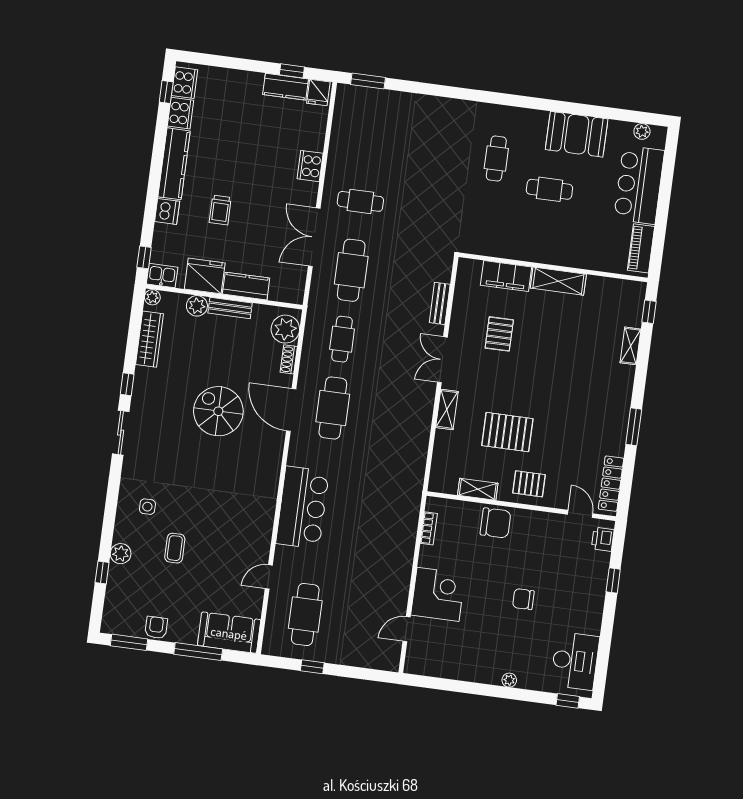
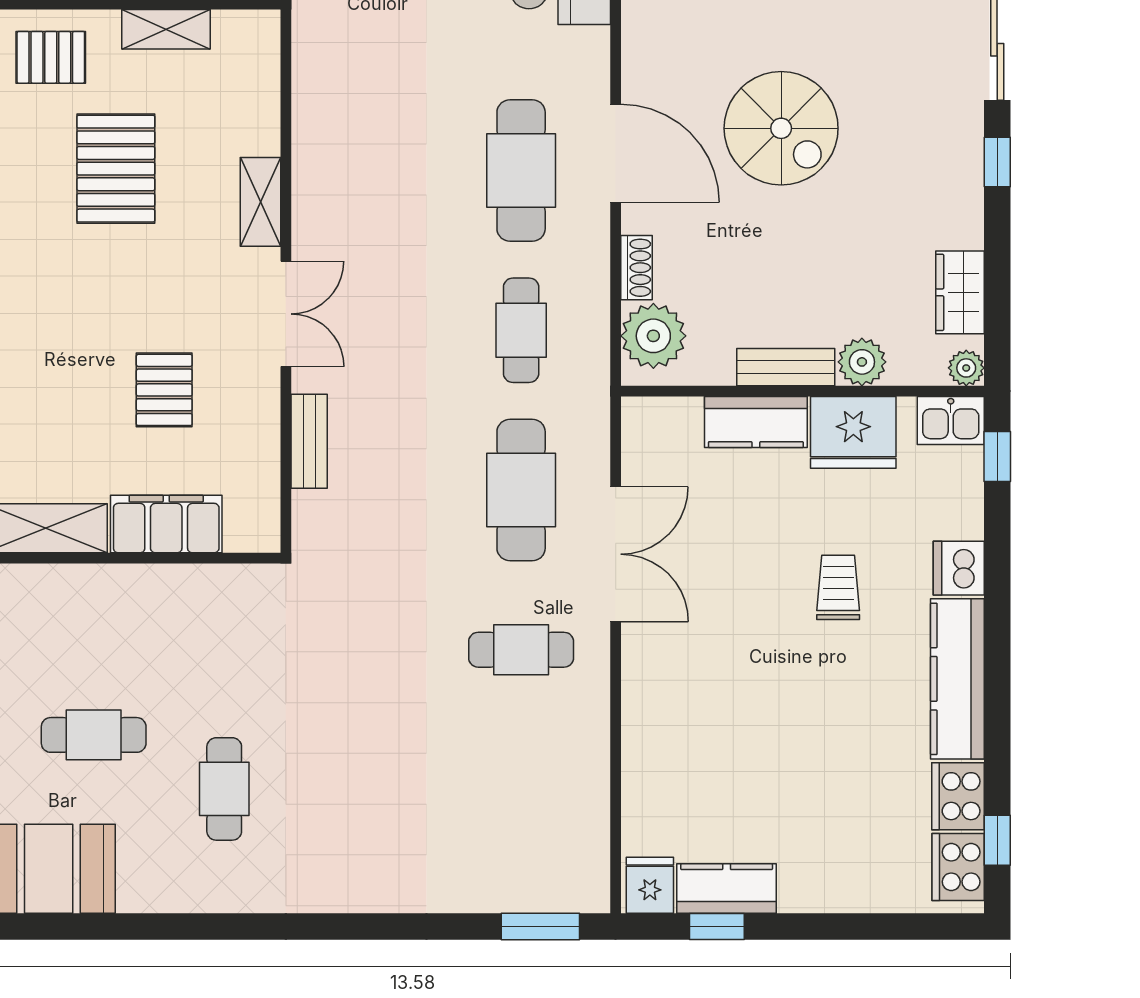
cooker: (310, 166) -> (647, 715), removed
wardrobe: (150, 339) -> (960, 292), width x0.67
pallet: (507, 432) -> (116, 169), turned 90

